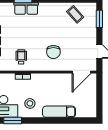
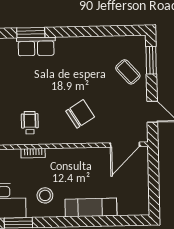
coffee table: (75, 14) -> (128, 72), moved
chair: (53, 52) -> (80, 114), turned -122

